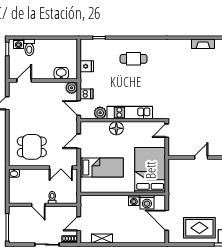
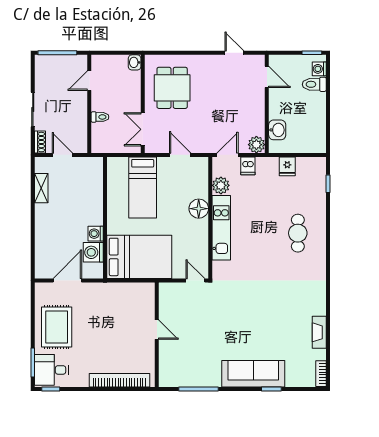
door: (38, 205) -> (89, 81), moved

